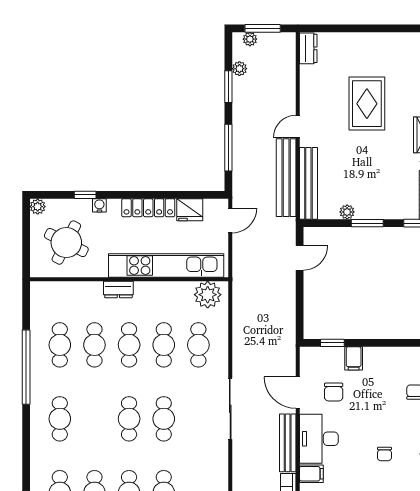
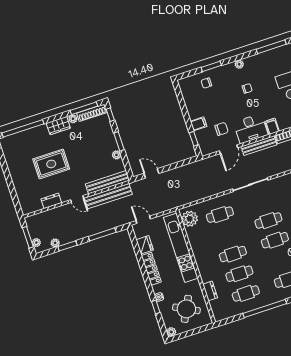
dresser: (308, 48) -> (51, 201), moved
dresser: (118, 289) -> (210, 291), moved
cafe table: (164, 345) -> (226, 234), removed

